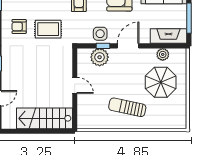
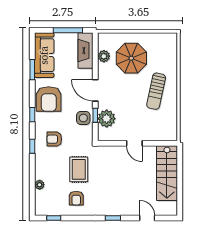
door: (75, 85) -> (134, 143), swing flipped

